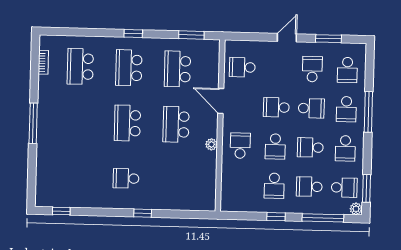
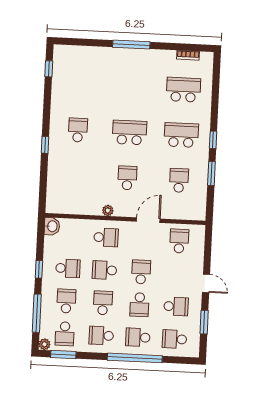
window: (191, 35) -> (211, 173), moved
school desk: (177, 69) -> (179, 180), width x0.54
window: (368, 112) -> (135, 358), width x1.46
school desk: (176, 124) -> (127, 178), width x0.54
school desk: (274, 186) -> (68, 268), turned 180
washbasin: (230, 204) -> (52, 226), added

